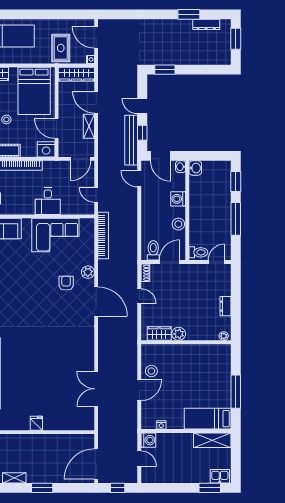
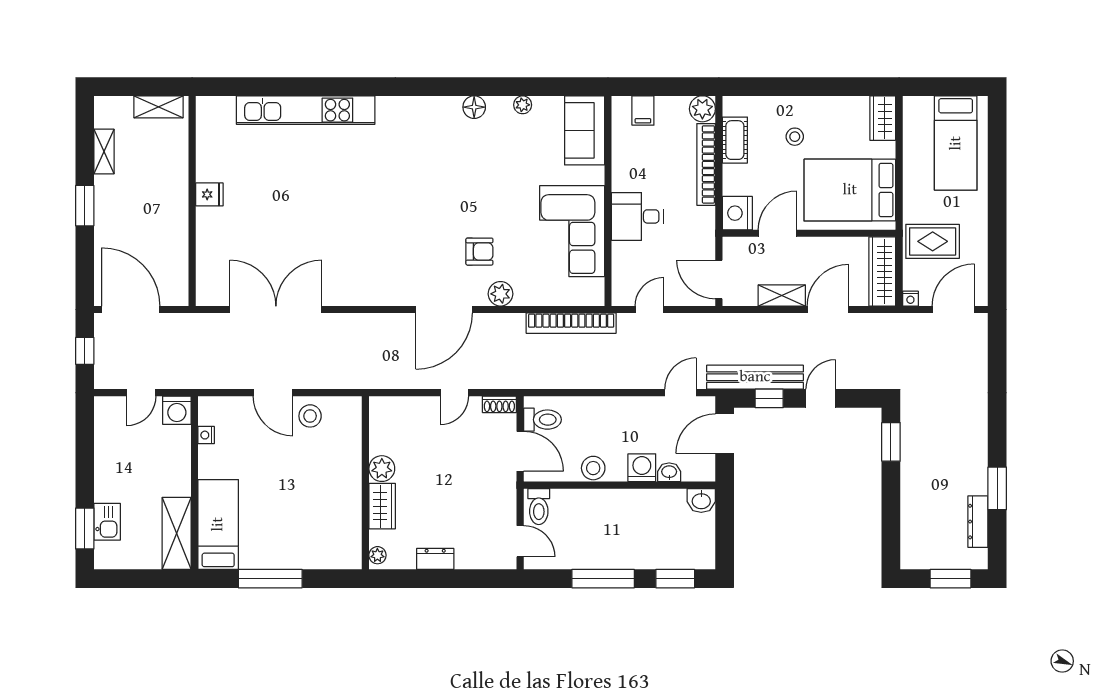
washbasin: (181, 167) -> (669, 472), moved
wardrobe: (159, 334) -> (382, 506), moved
double door: (96, 389) -> (276, 310), width x1.36
kitchen sink: (220, 476) -> (107, 522), moved

